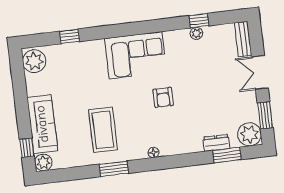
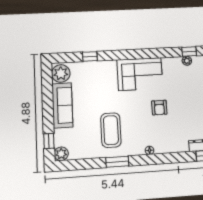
sofa: (42, 124) -> (62, 105), moved

